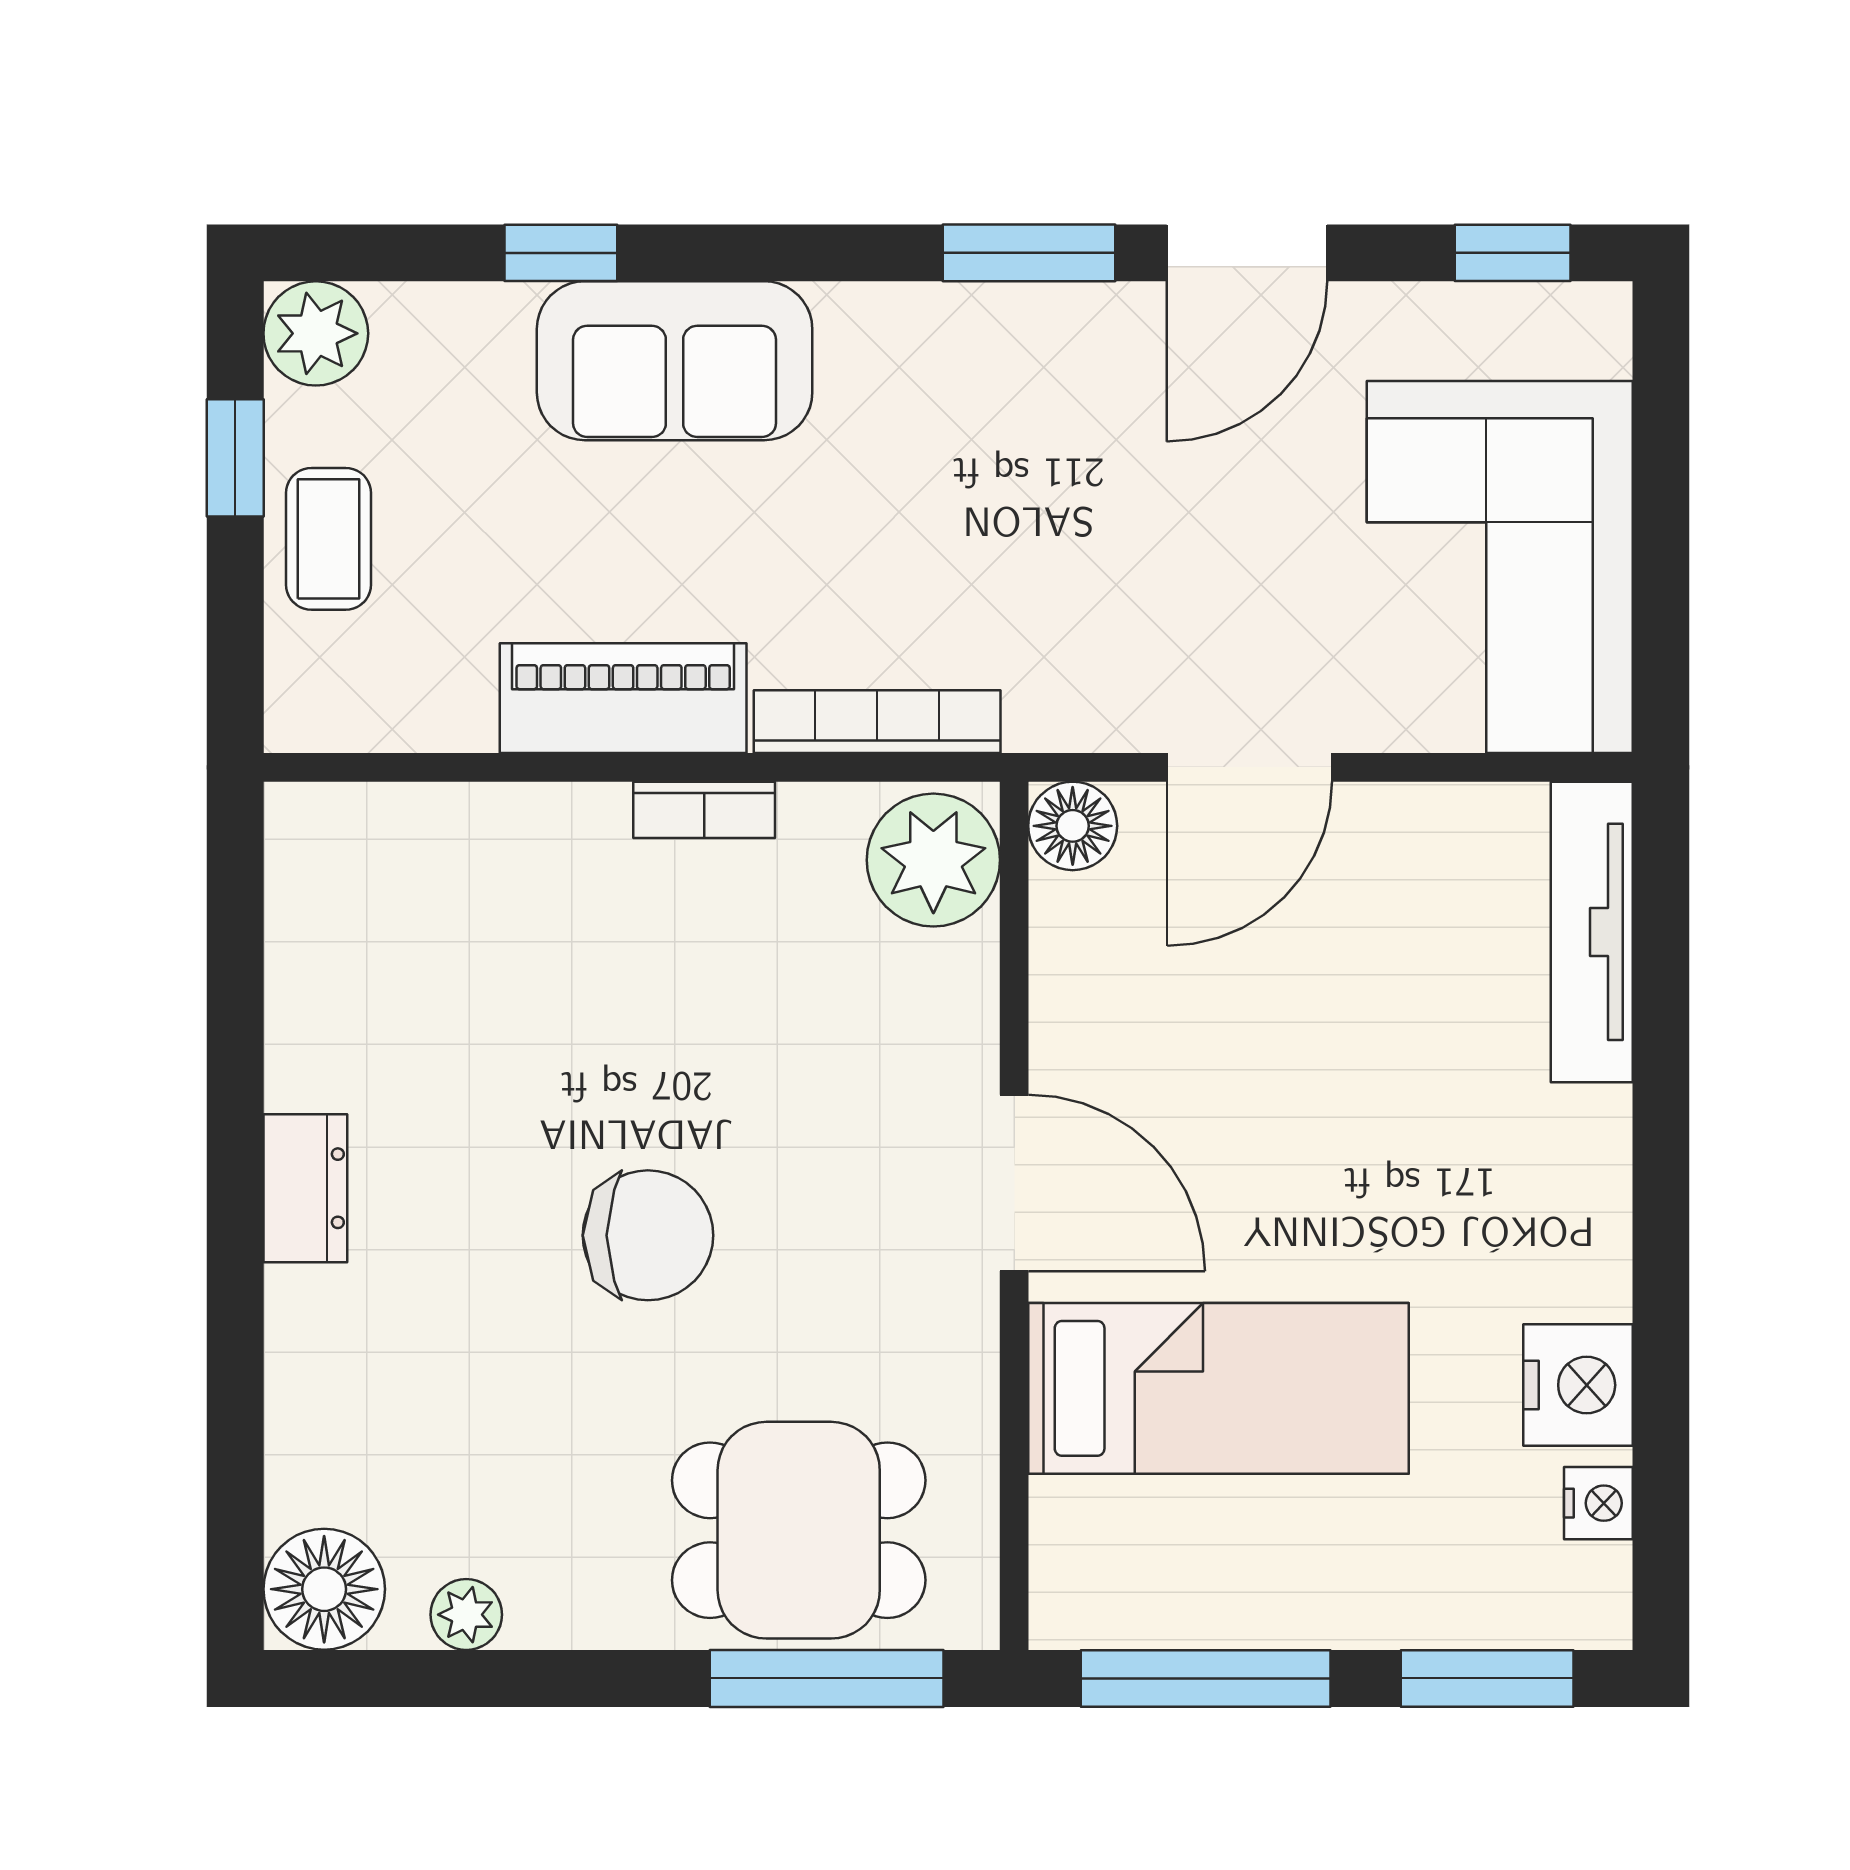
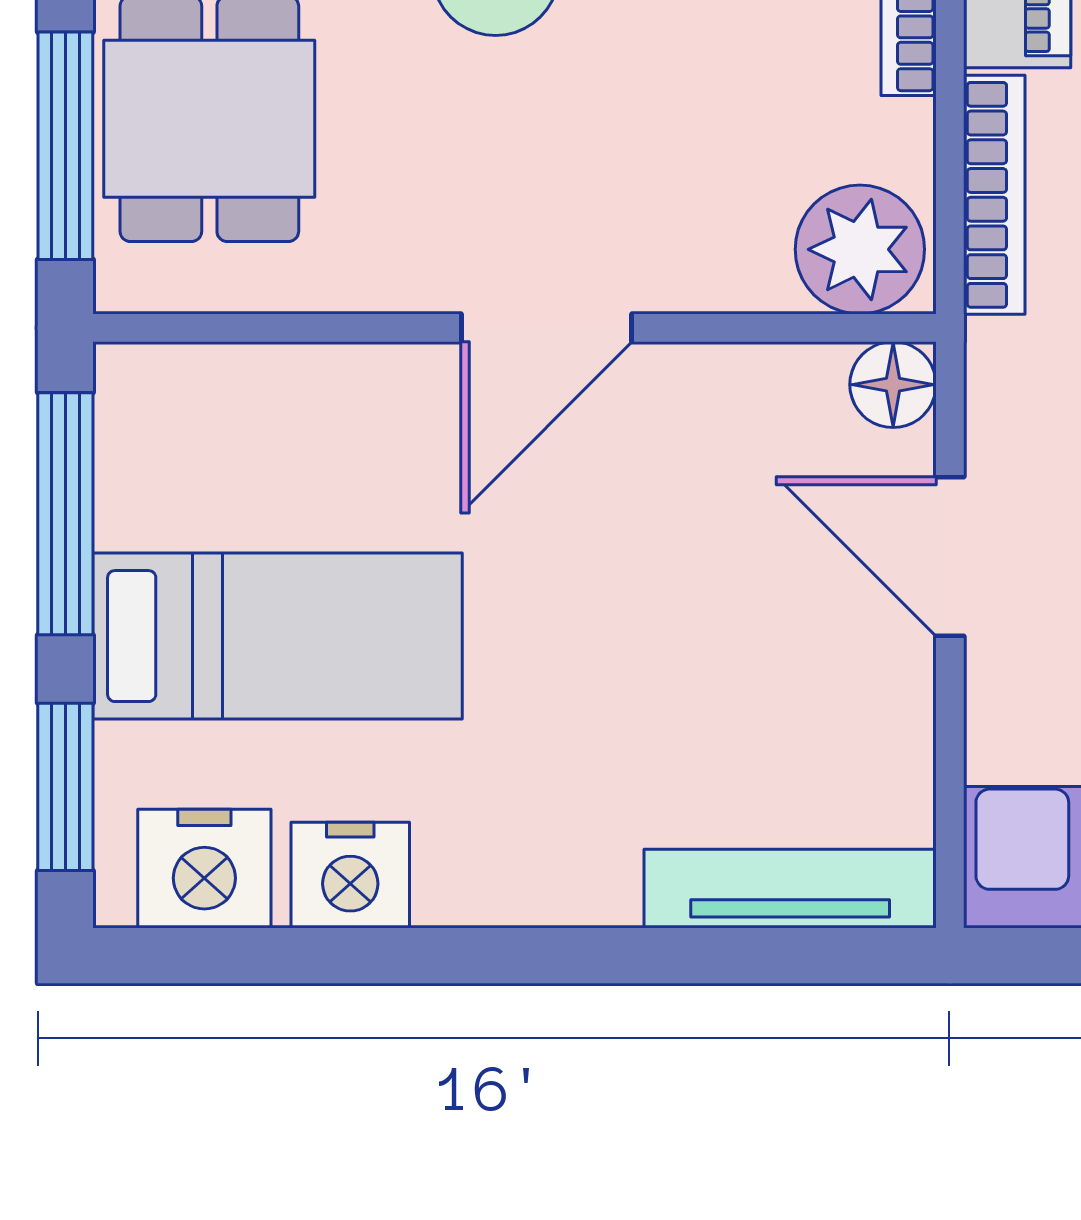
bed: (1218, 1388) -> (278, 636), moved, turned -90
nightstand: (1598, 1503) -> (204, 869), width x1.89, depth x1.79

